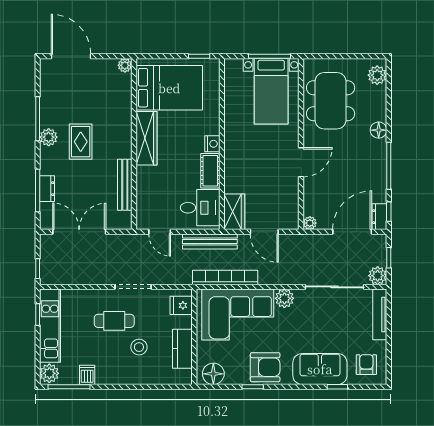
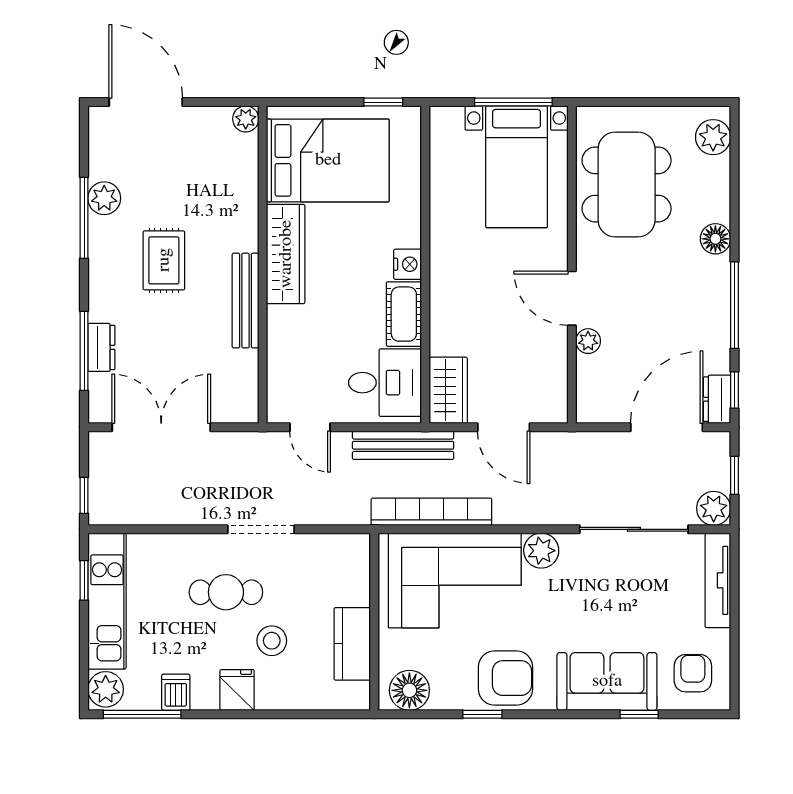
plant: (49, 137) -> (104, 198), moved
door: (301, 162) -> (572, 298), swing flipped
bench: (125, 185) -> (245, 301), moved
plant: (310, 223) -> (588, 341), moved
fridge: (181, 305) -> (237, 690), moved, turned 90

